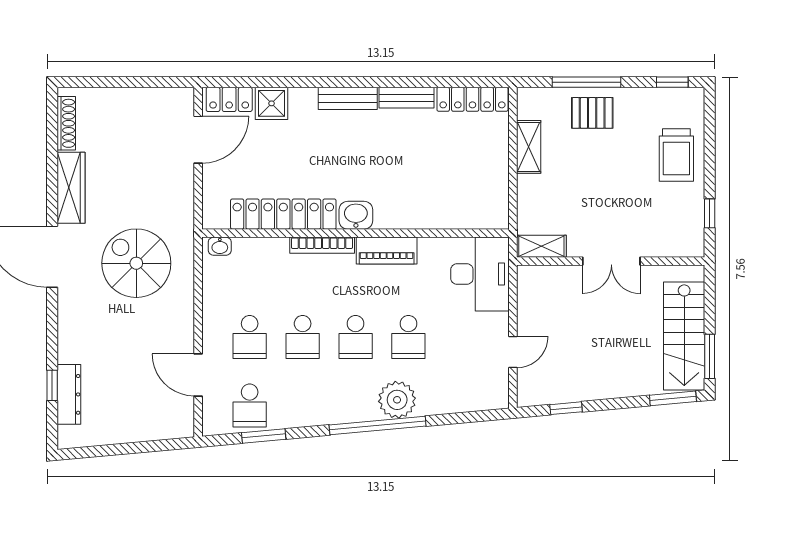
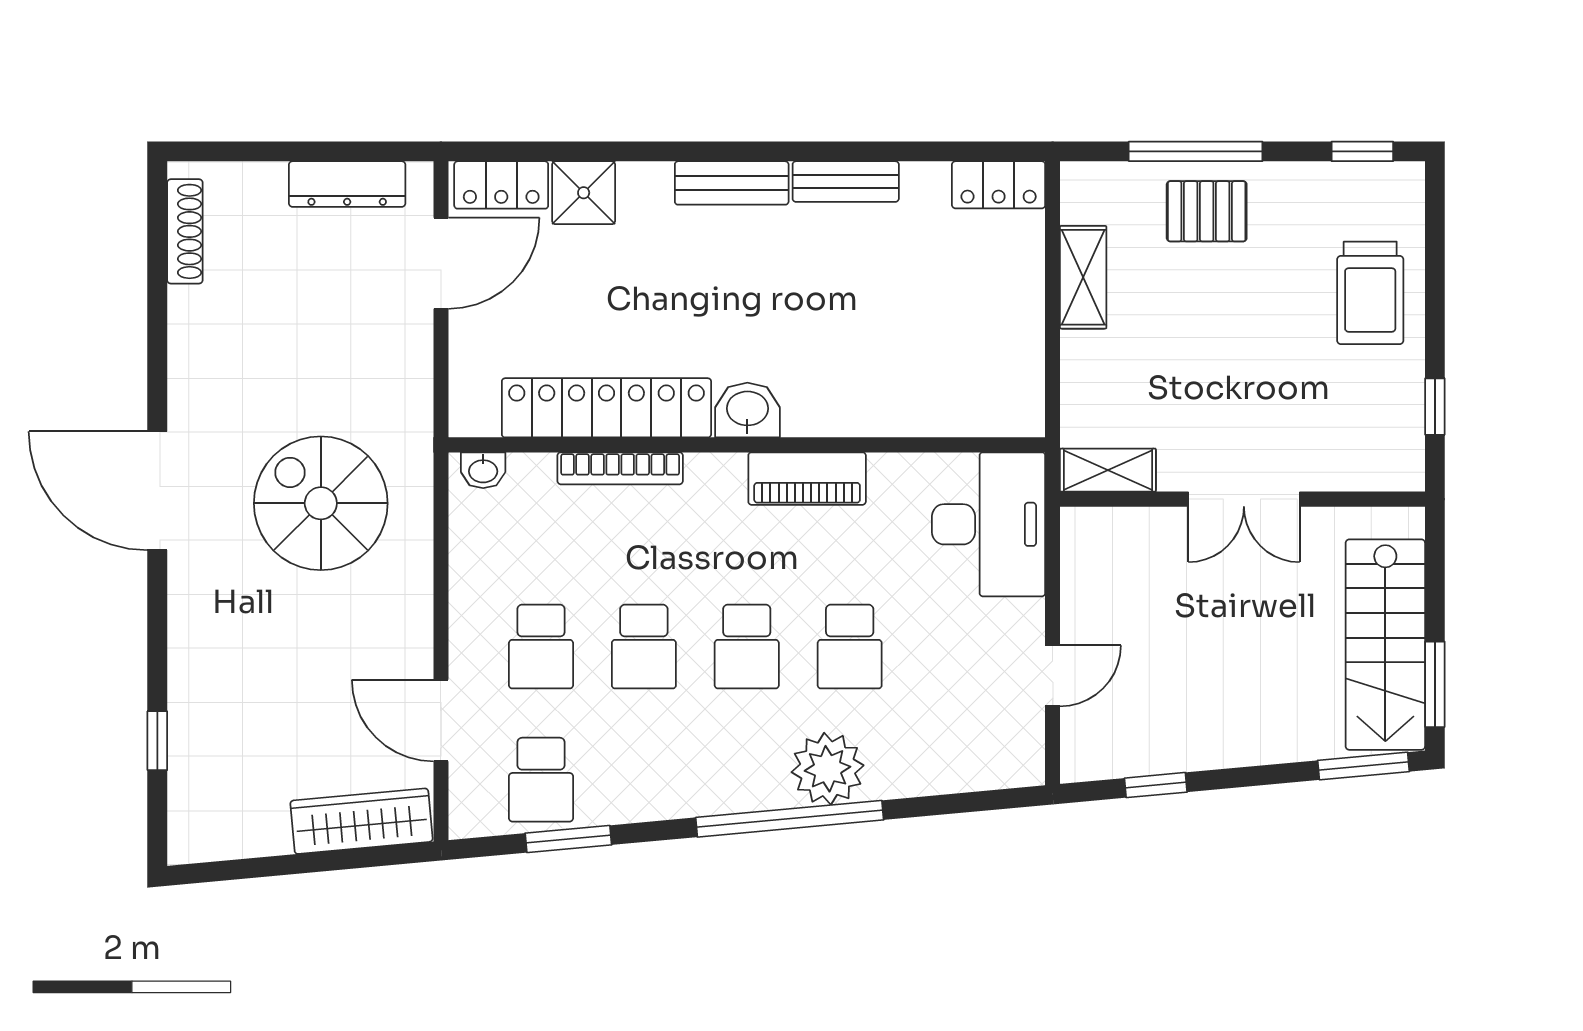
locker: (472, 99) -> (999, 185), width x0.66
wardrobe: (71, 188) -> (361, 821), moved, turned -95
bookcase: (322, 245) -> (620, 468), moved
dresser: (69, 394) -> (347, 184), moved, turned 90

